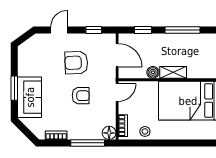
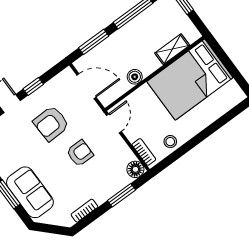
window: (94, 30) -> (33, 86), moved
window: (143, 30) -> (94, 42), width x1.50
shelving: (173, 72) -> (172, 49), moved
window: (88, 143) -> (122, 195), width x0.69

